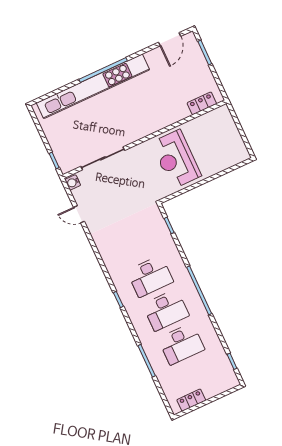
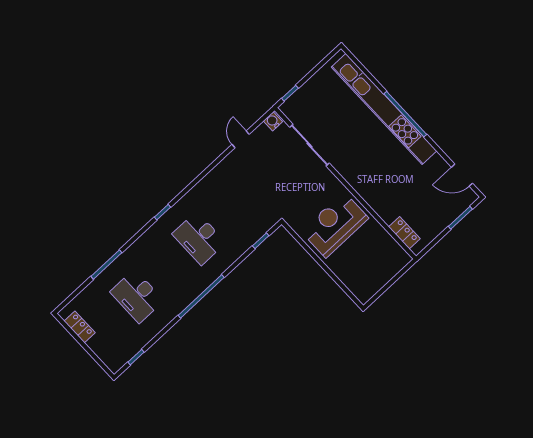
desk: (166, 310) -> (168, 267), removed

